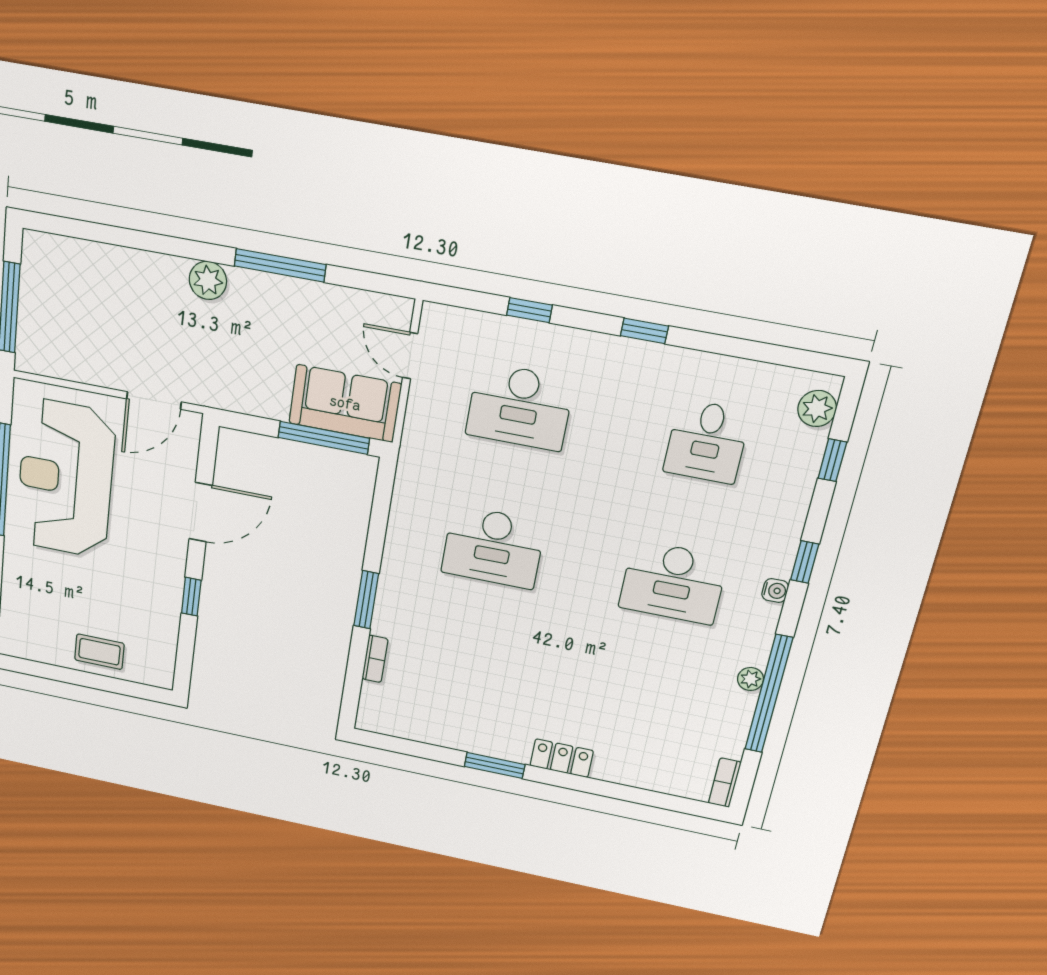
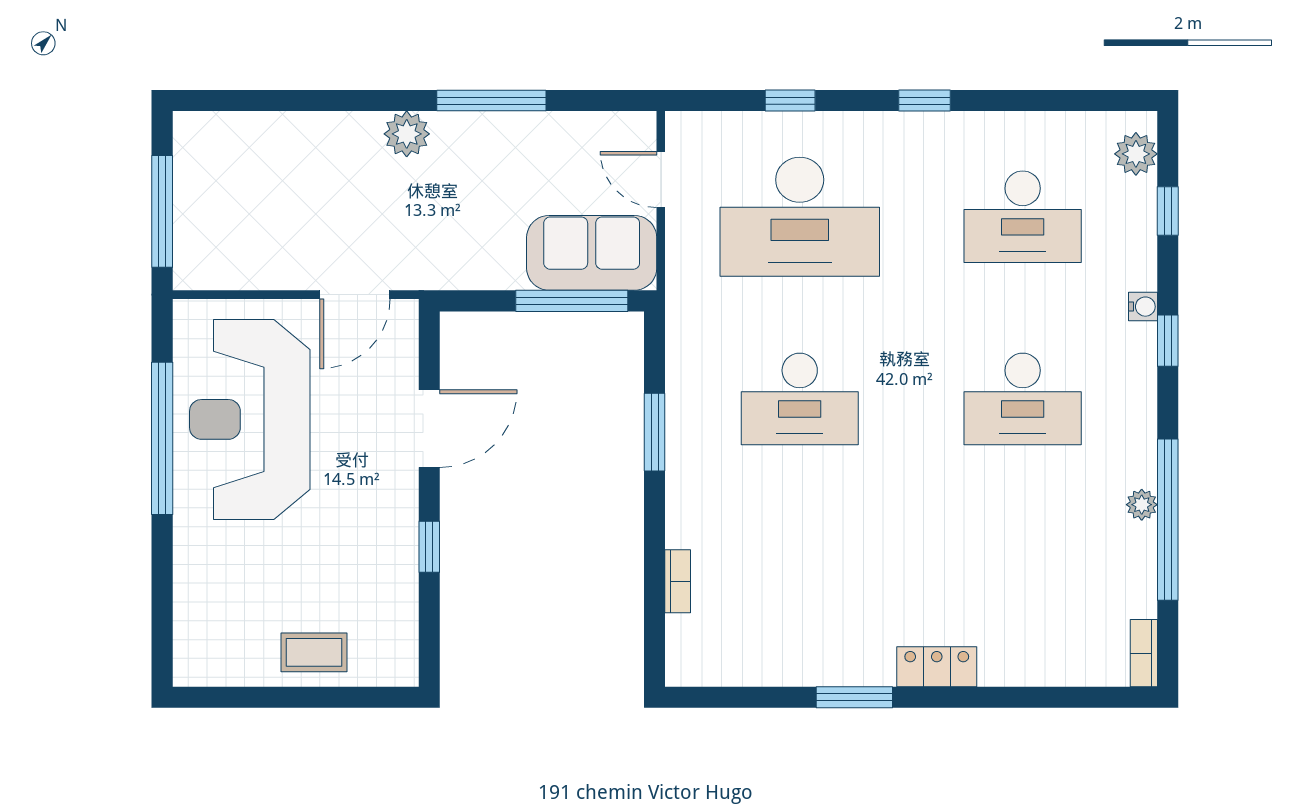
desk: (520, 407) -> (800, 217), width x1.36, depth x1.30
desk: (707, 442) -> (1023, 217), width x1.37
water cooler: (775, 591) -> (1143, 307), moved
window: (366, 600) -> (655, 432), moved

